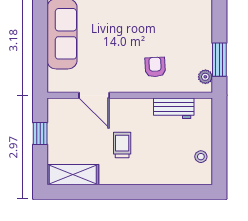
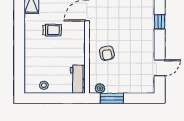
armchair: (155, 67) -> (107, 53), turned 82
workbench: (174, 108) -> (78, 79), moved

